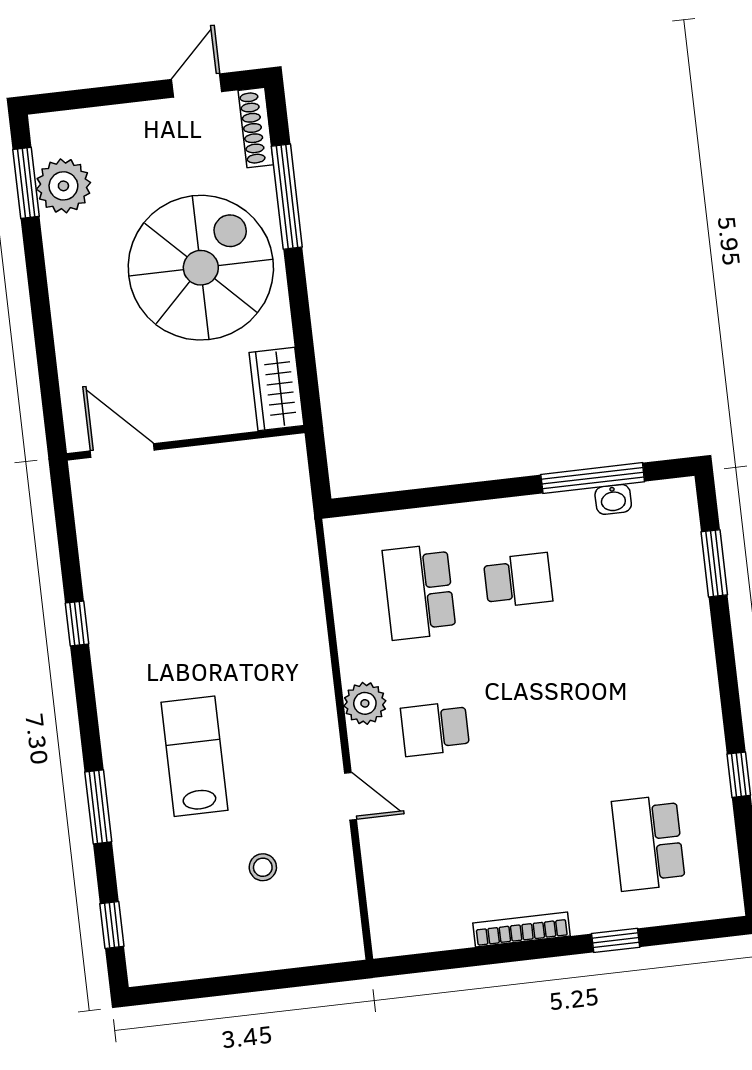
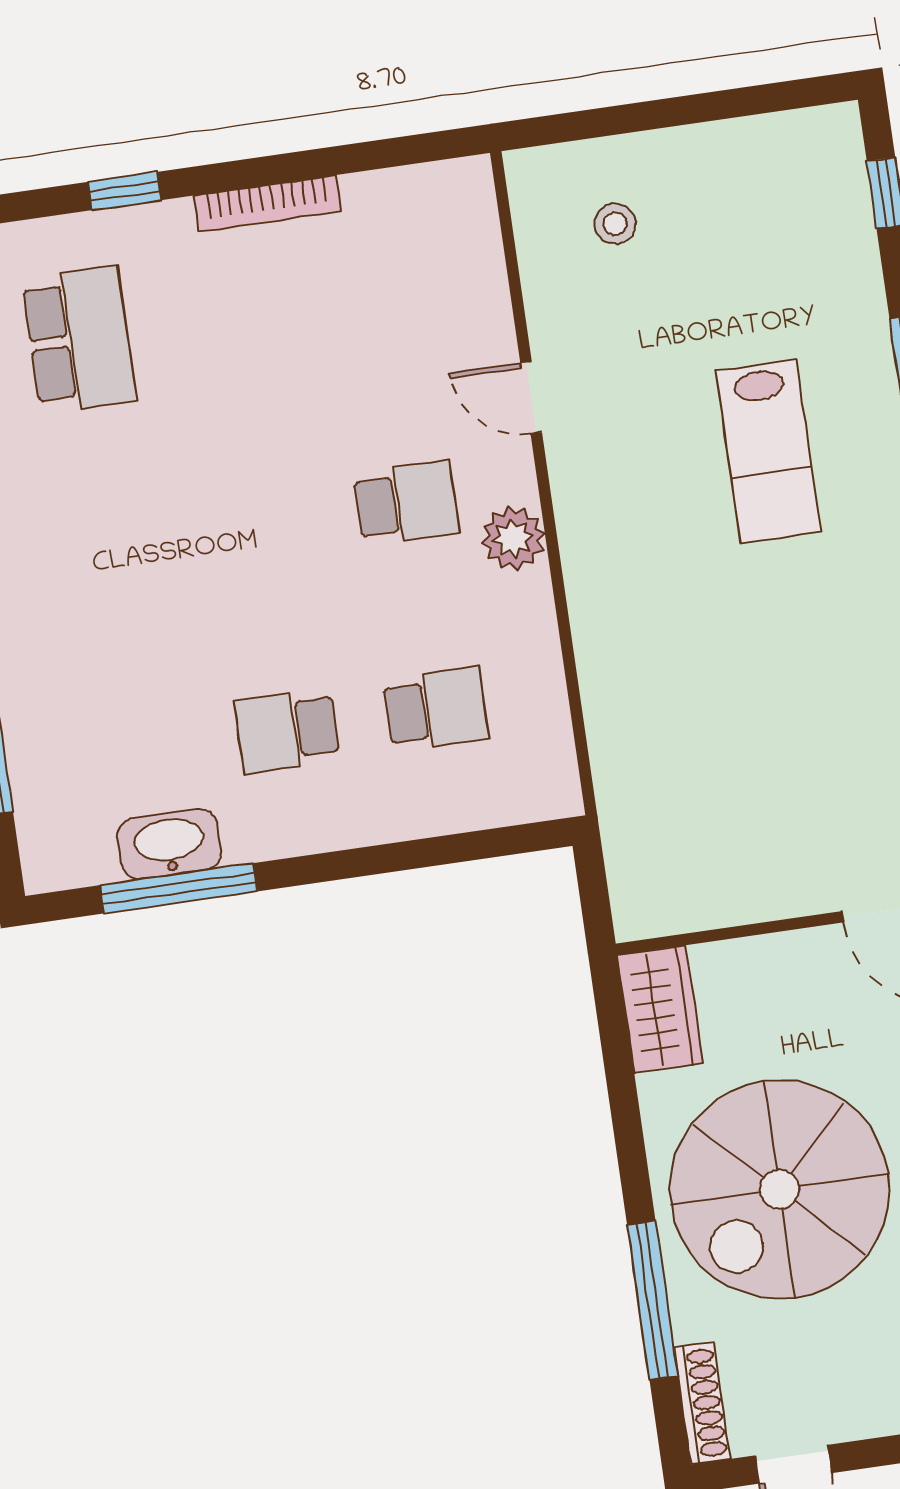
washbasin: (613, 499) -> (169, 844), width x1.91, depth x1.45
school desk: (419, 592) -> (436, 709), width x0.54
stool: (263, 867) -> (615, 224), moved

